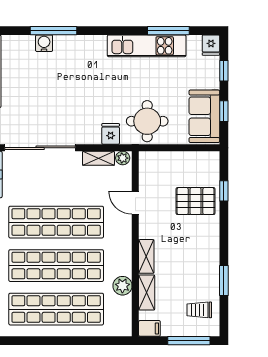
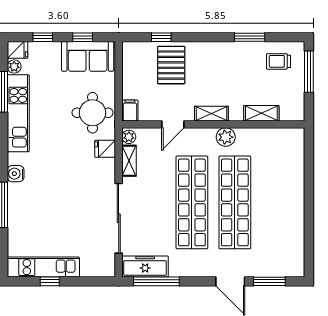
plant: (194, 42) -> (14, 67), added
water cooler: (44, 43) -> (16, 174), moved
shelving: (146, 256) -> (211, 114), moved
plant: (122, 286) -> (226, 137), moved
shop shelf: (56, 309) -> (278, 202), removed
trolley: (199, 310) -> (279, 61), turned 90
filing cabinet: (149, 328) -> (130, 110), moved

